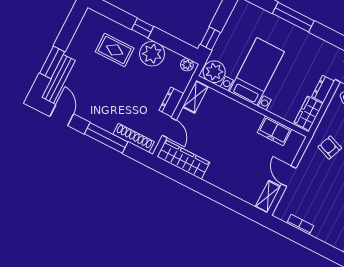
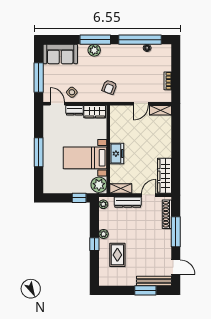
plant: (152, 54) -> (104, 234), width x0.53, depth x0.53
dresser: (171, 102) -> (128, 202), width x1.44
door: (62, 115) -> (176, 267), swing flipped
freezer: (274, 131) -> (117, 154), moved

